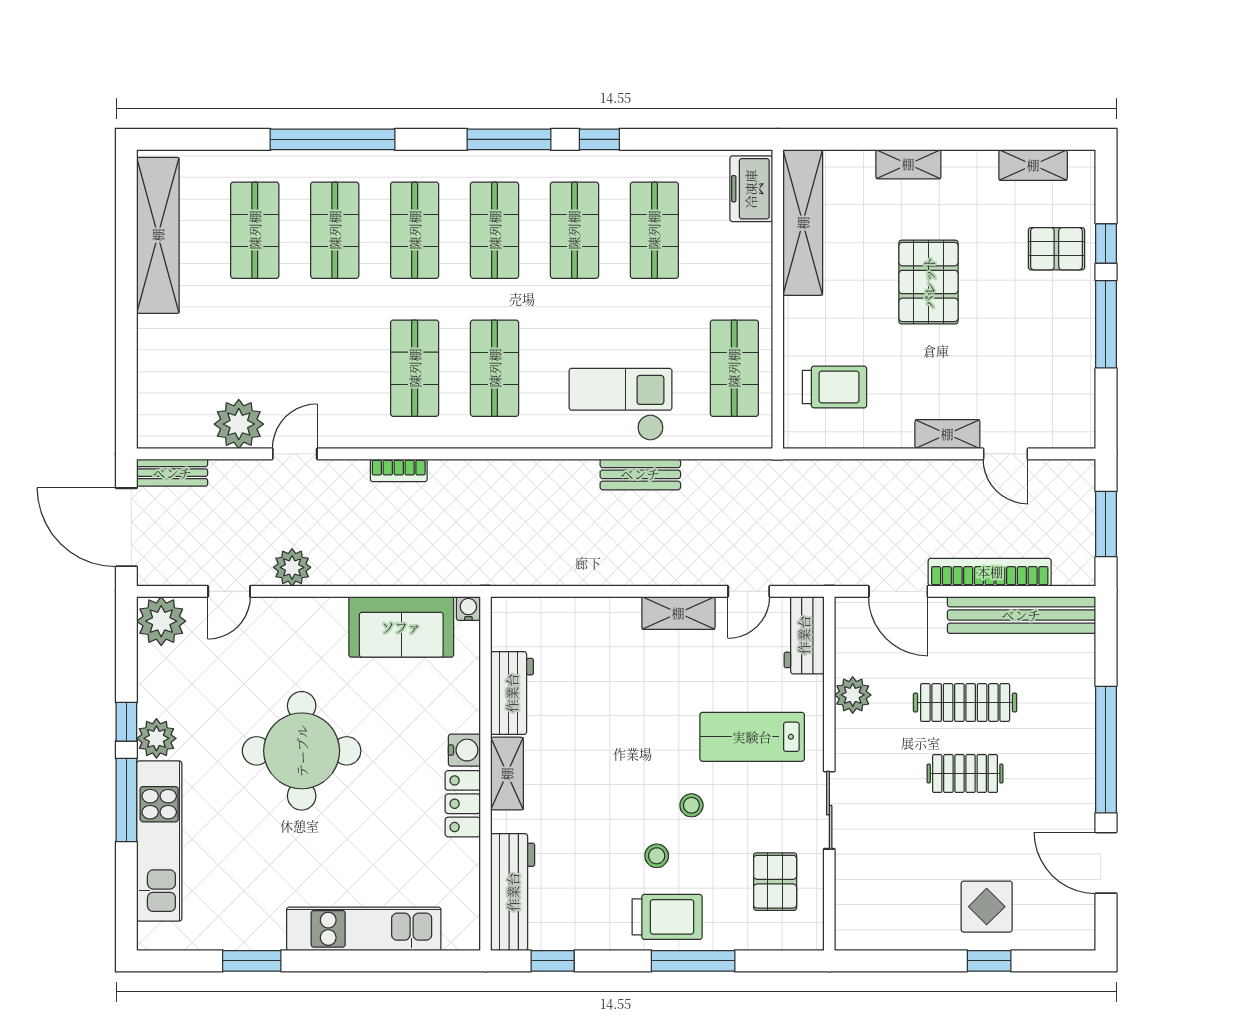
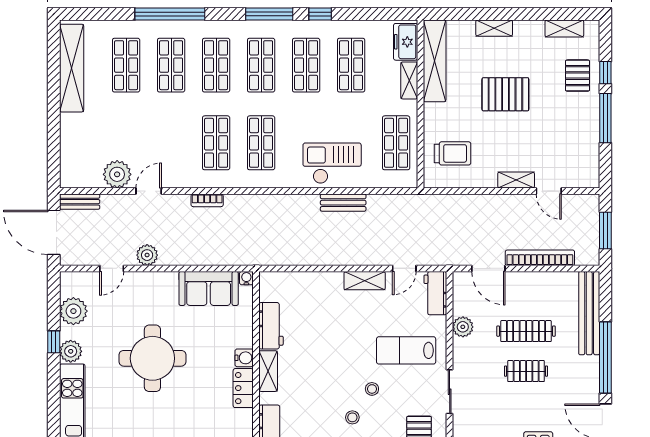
pallet: (1056, 249) -> (578, 76), turned 90
shelving: (758, 257) -> (409, 80), added
pallet: (929, 282) -> (505, 94), turned 90
bench: (1021, 615) -> (589, 313), moved, turned 90
plant: (161, 621) -> (73, 311), moved
window: (126, 800) -> (54, 386), removed

